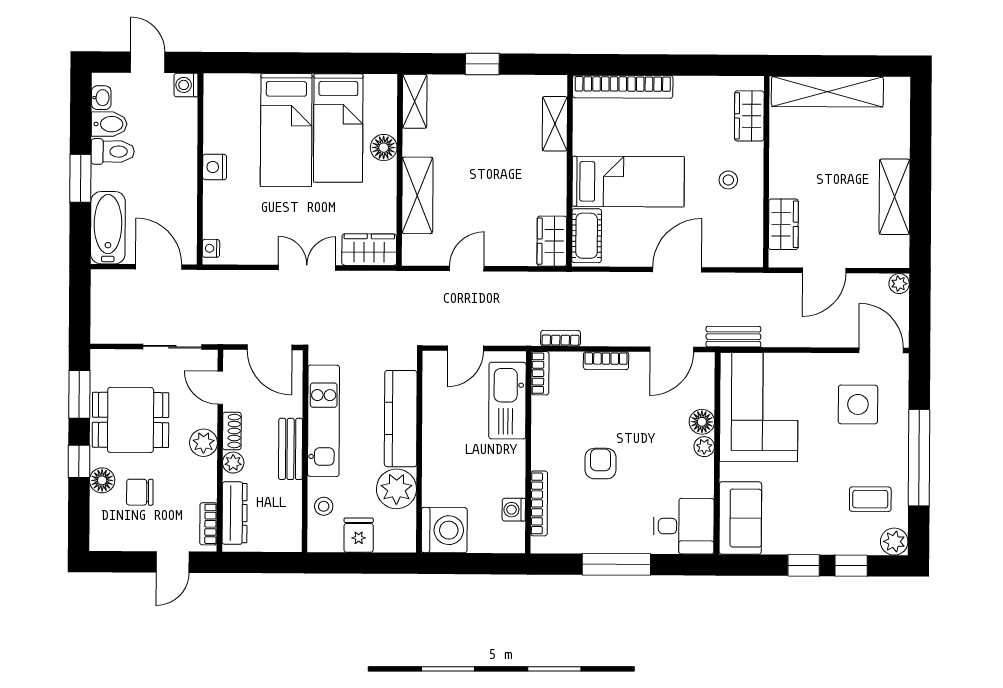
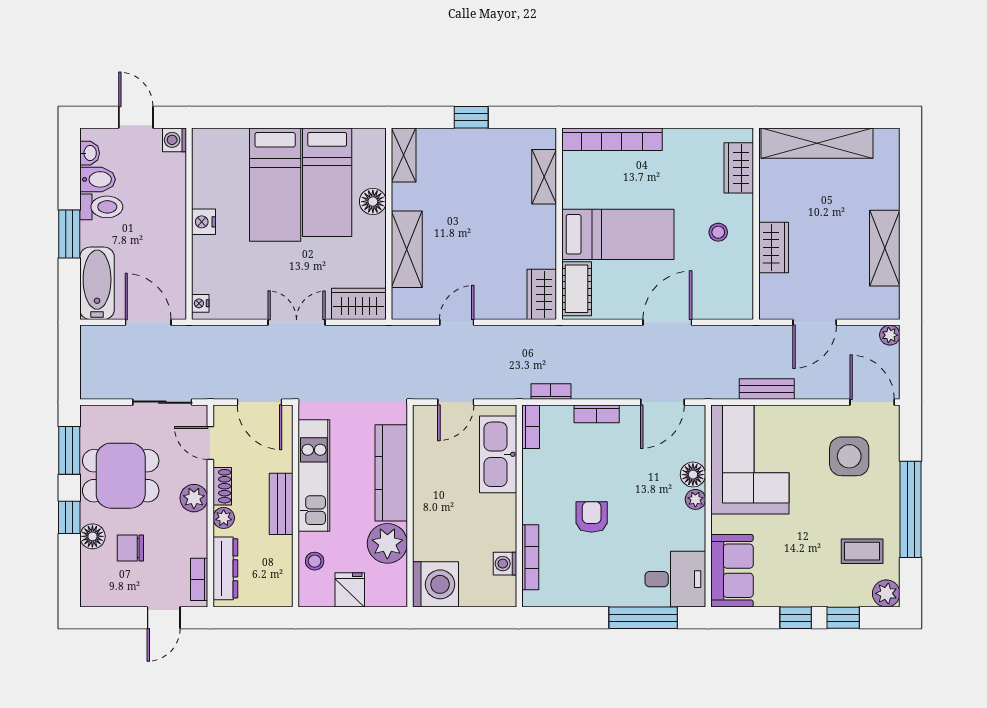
wardrobe: (783, 224) -> (774, 247), moved
bench: (733, 337) -> (767, 389), moved
window: (616, 564) -> (643, 618), moved

